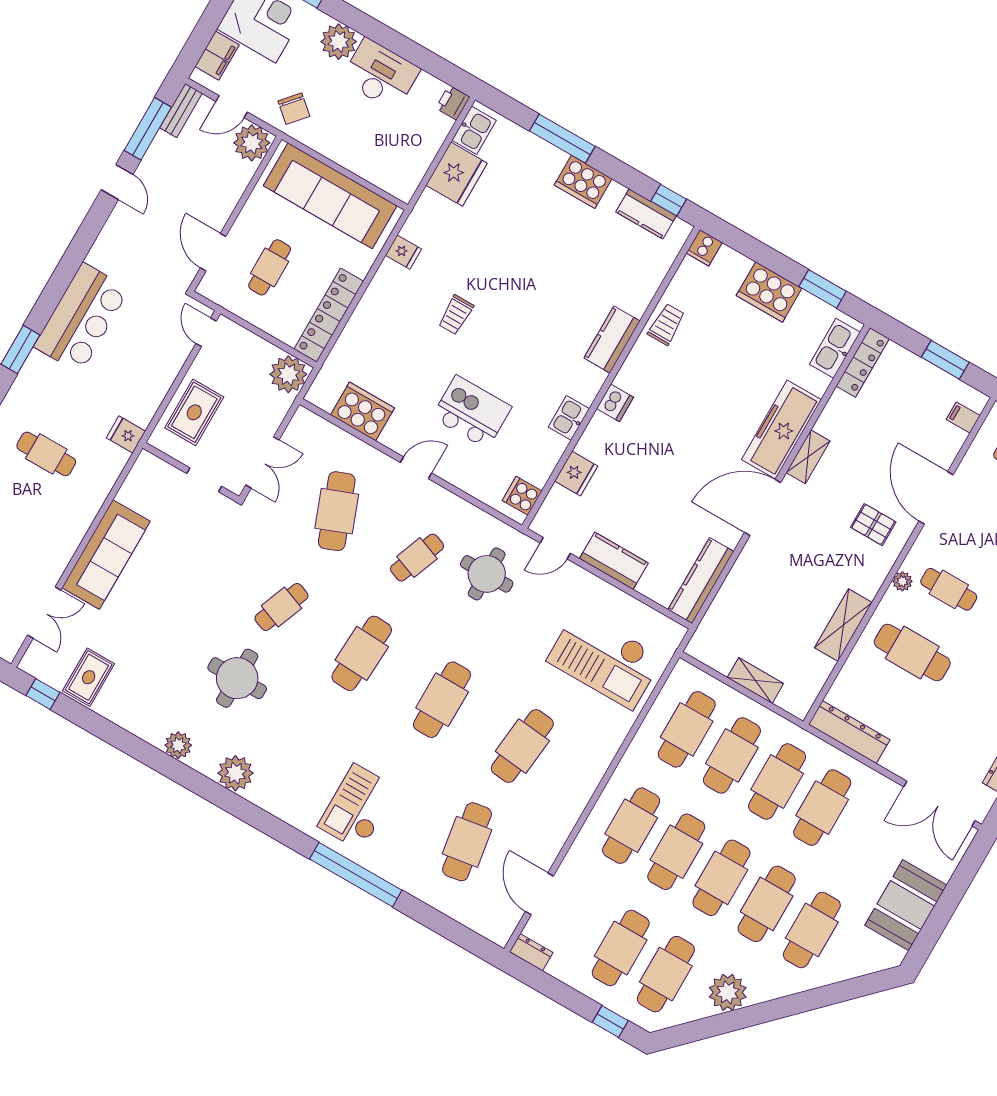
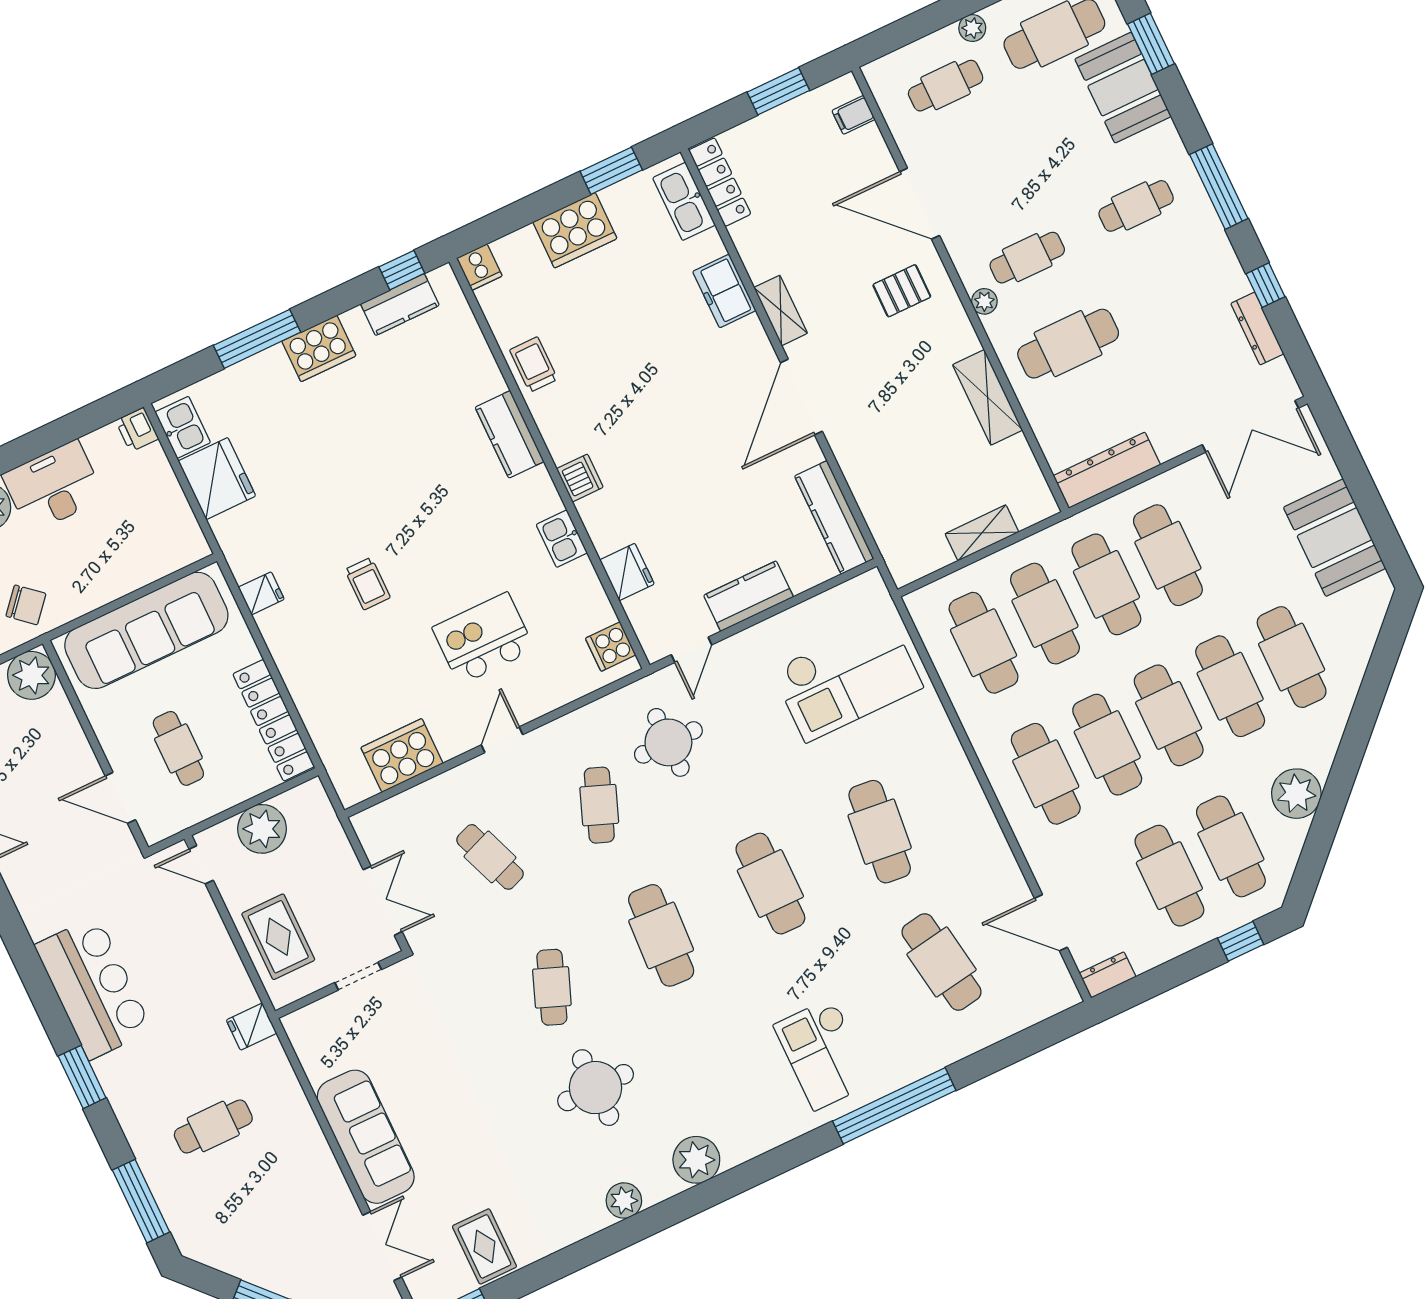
plant: (288, 374) -> (262, 829), moved
freezer: (781, 430) -> (724, 291), width x0.52, depth x0.79
cafe table: (337, 511) -> (490, 857), width x0.73, depth x0.74

